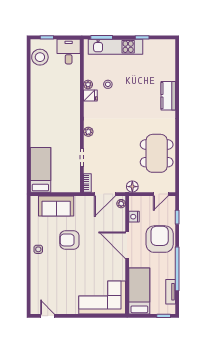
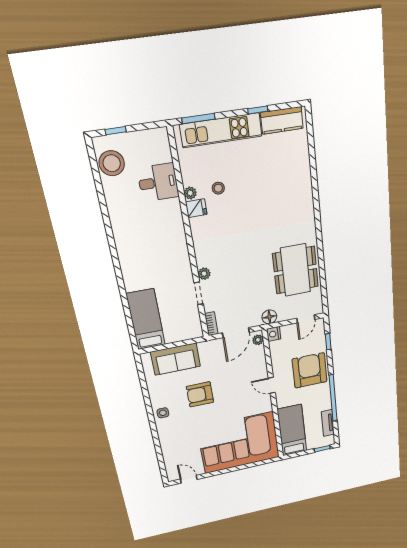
desk: (69, 52) -> (158, 182), moved, turned 90
kitchen counter: (168, 96) -> (282, 120), moved, turned -90
plant: (88, 132) -> (204, 274), moved
nightstand: (134, 217) -> (274, 334), moved
door: (127, 245) -> (272, 385), width x0.53
corner sofa: (102, 298) -> (239, 443), width x1.36, depth x1.36

